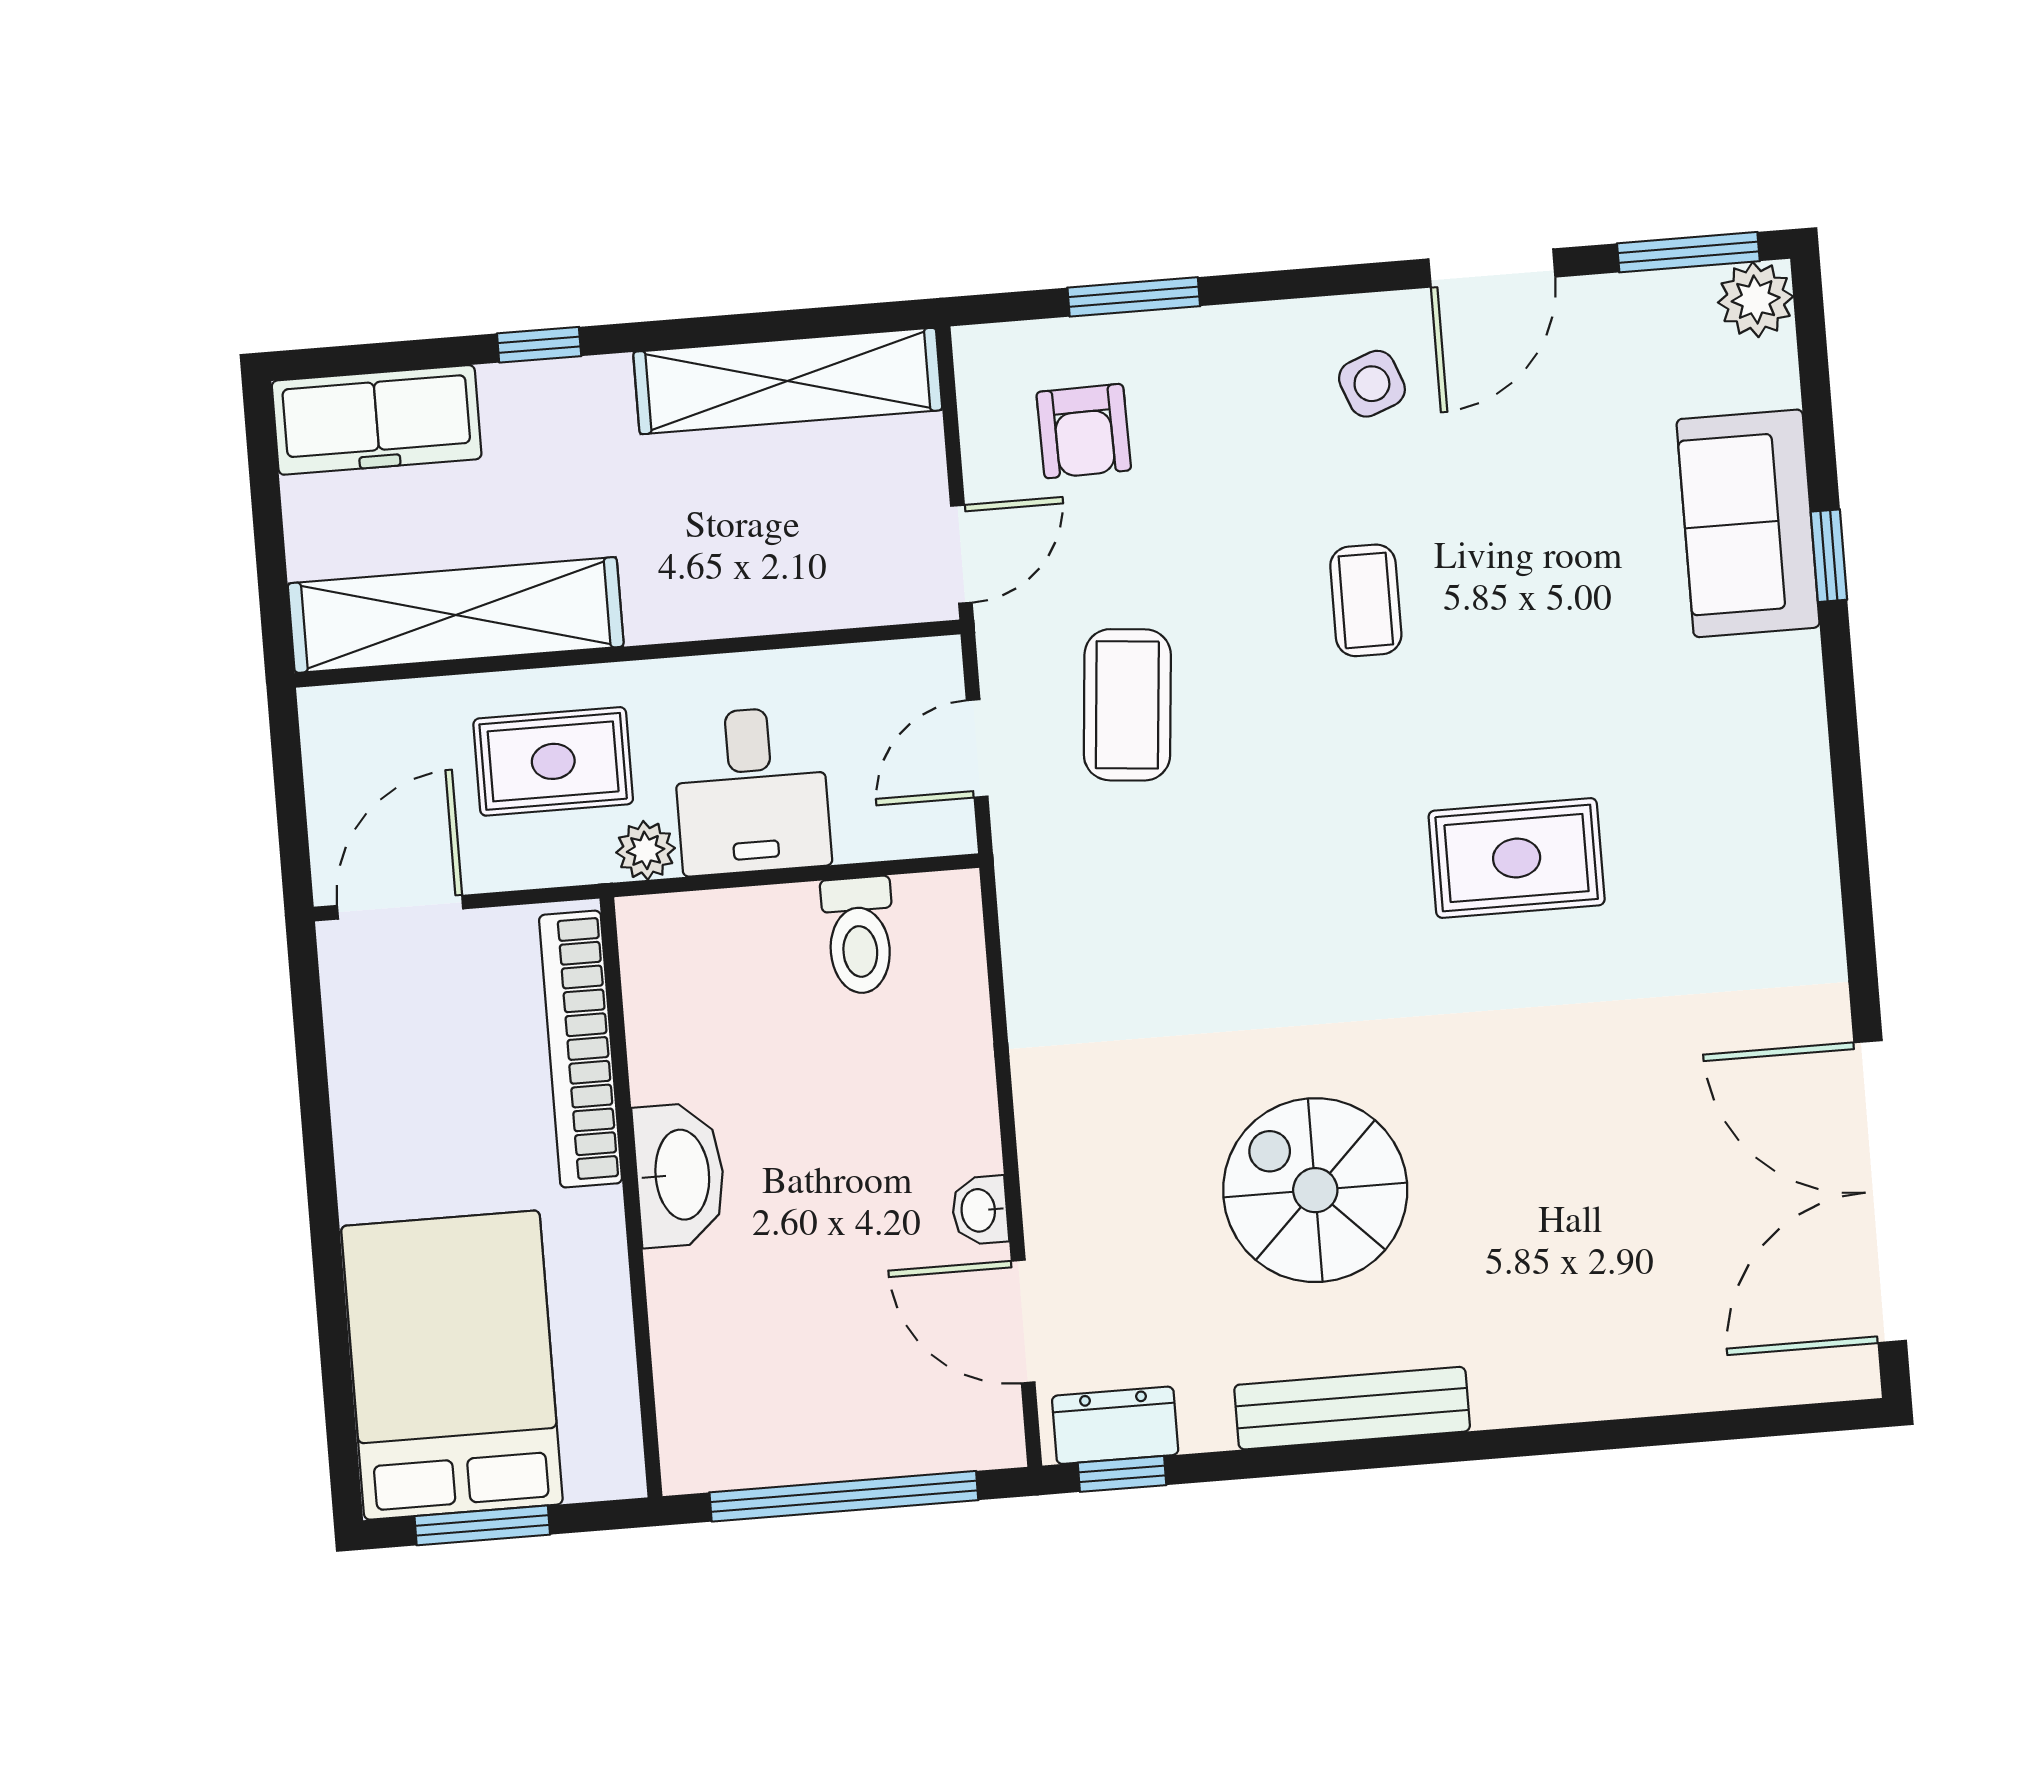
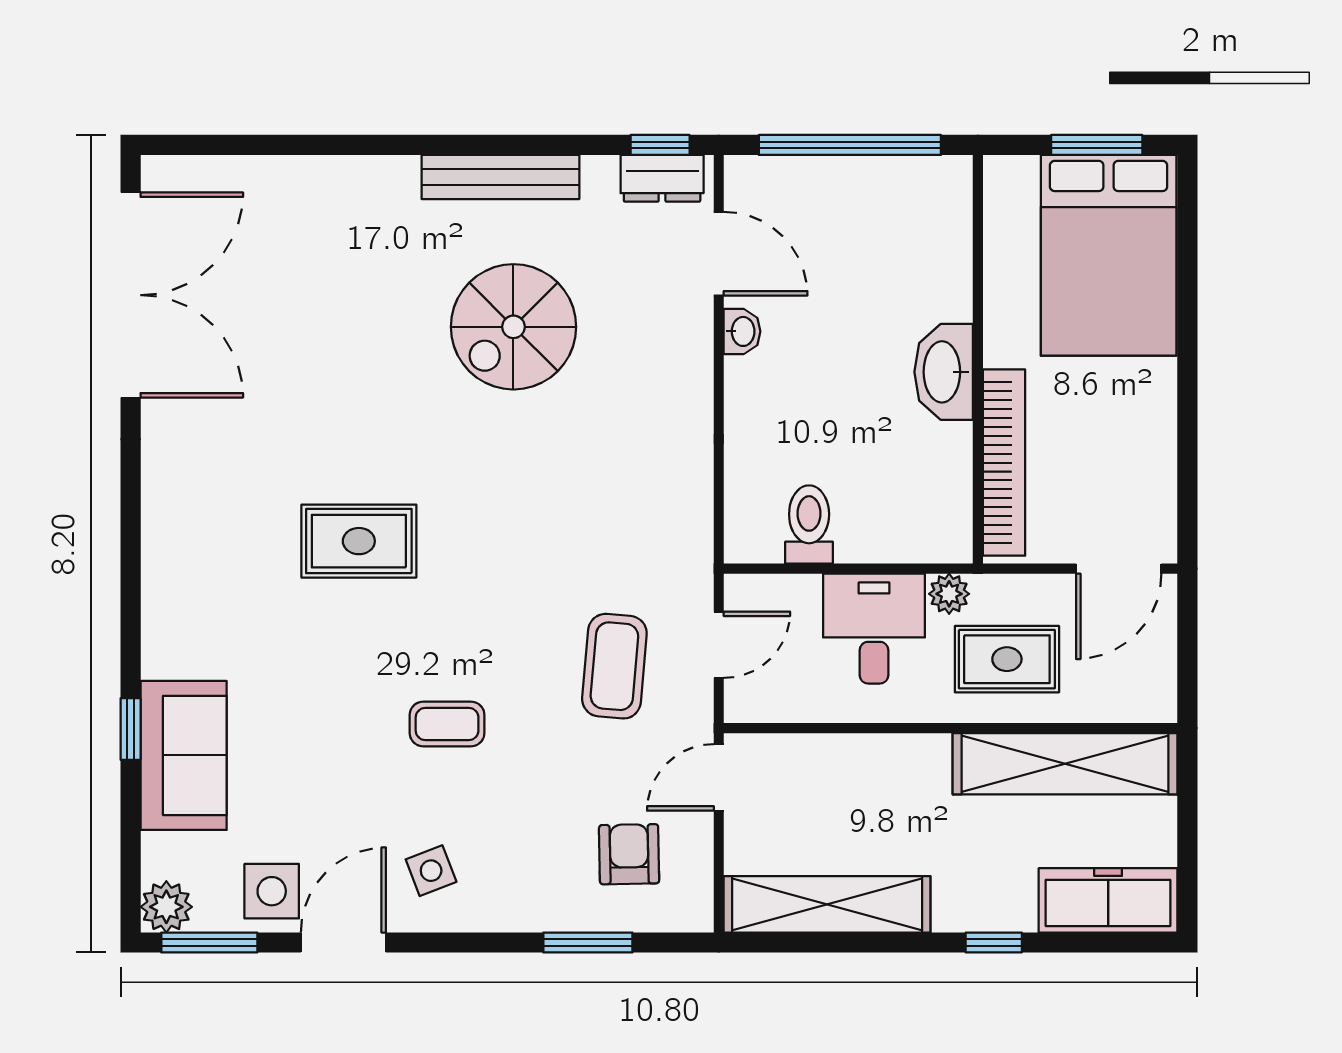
side table: (1603, 335) -> (272, 891), added
coffee table: (1366, 600) -> (447, 724), turned 90
spiral stairs: (1315, 1190) -> (513, 327), turned 90

